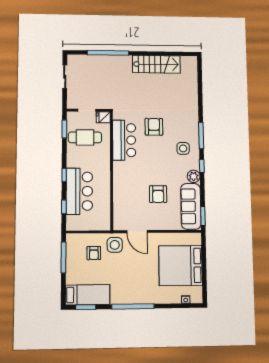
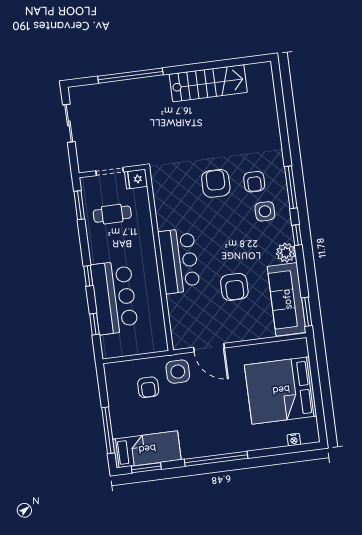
armchair: (178, 129) -> (254, 182), added
cafe table: (85, 137) -> (112, 214), width x0.73, depth x0.74
bar counter: (124, 140) -> (179, 261), moved
window: (64, 257) -> (108, 430), moved

